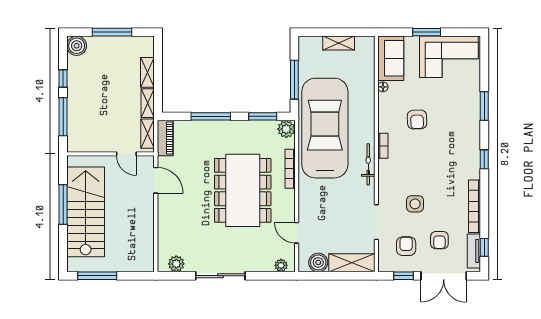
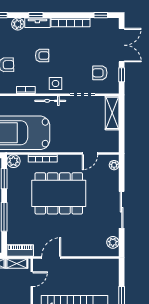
plant: (472, 135) -> (18, 24), added
bicycle: (368, 164) -> (50, 101), moved
side table: (415, 204) -> (56, 84), moved
armchair: (439, 240) -> (42, 56), moved
tv unit: (474, 251) -> (37, 23), moved
boiler: (318, 262) -> (112, 138), removed

